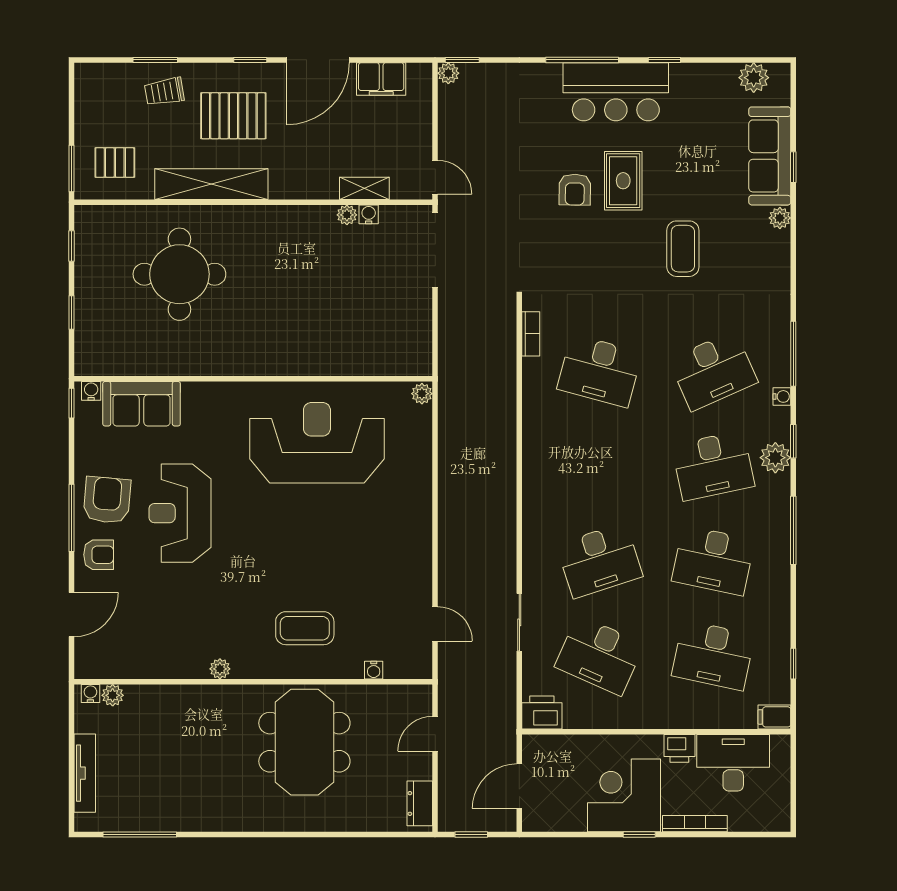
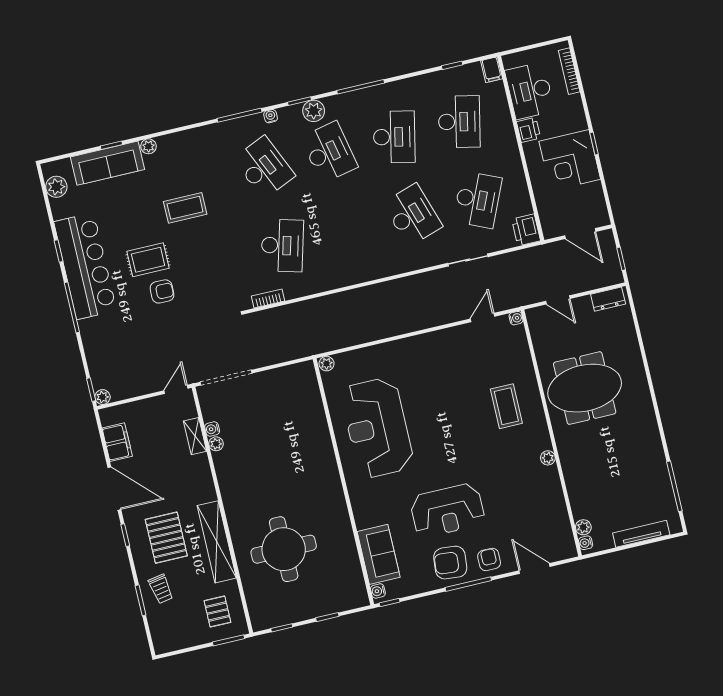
bar counter: (616, 92) -> (85, 266), width x1.36
water cooler: (374, 670) -> (516, 318), moved
bookcase: (695, 824) -> (569, 71), moved

